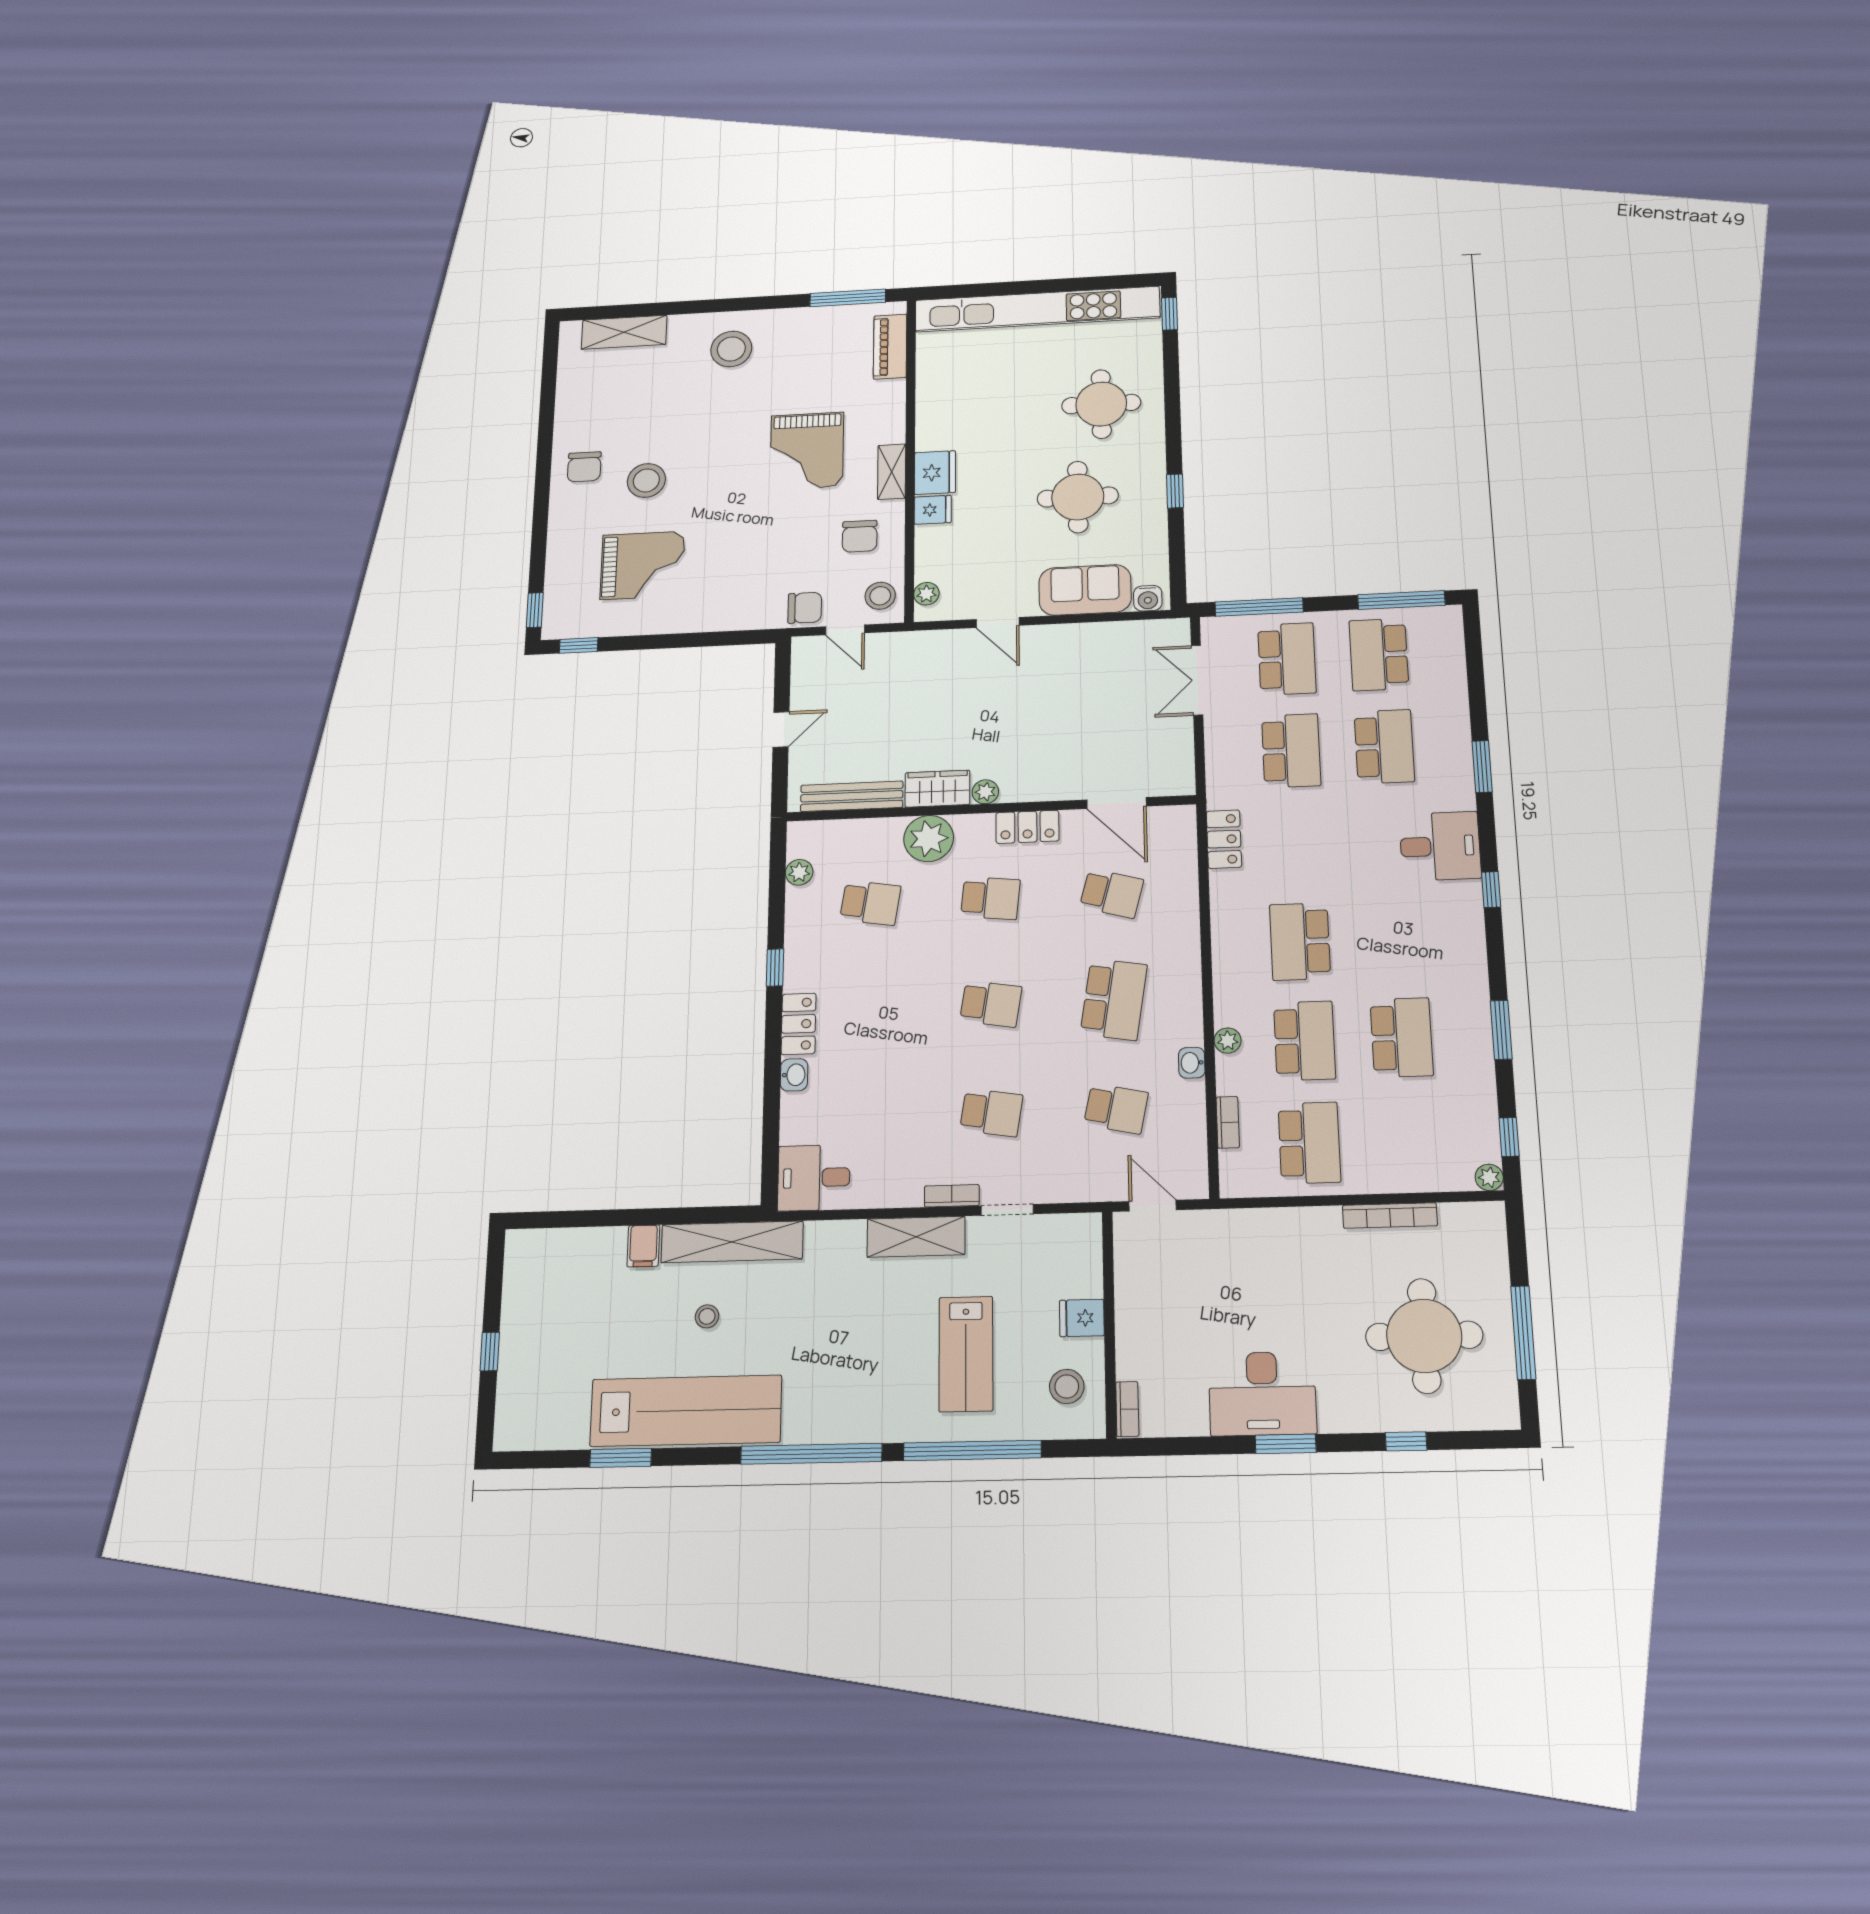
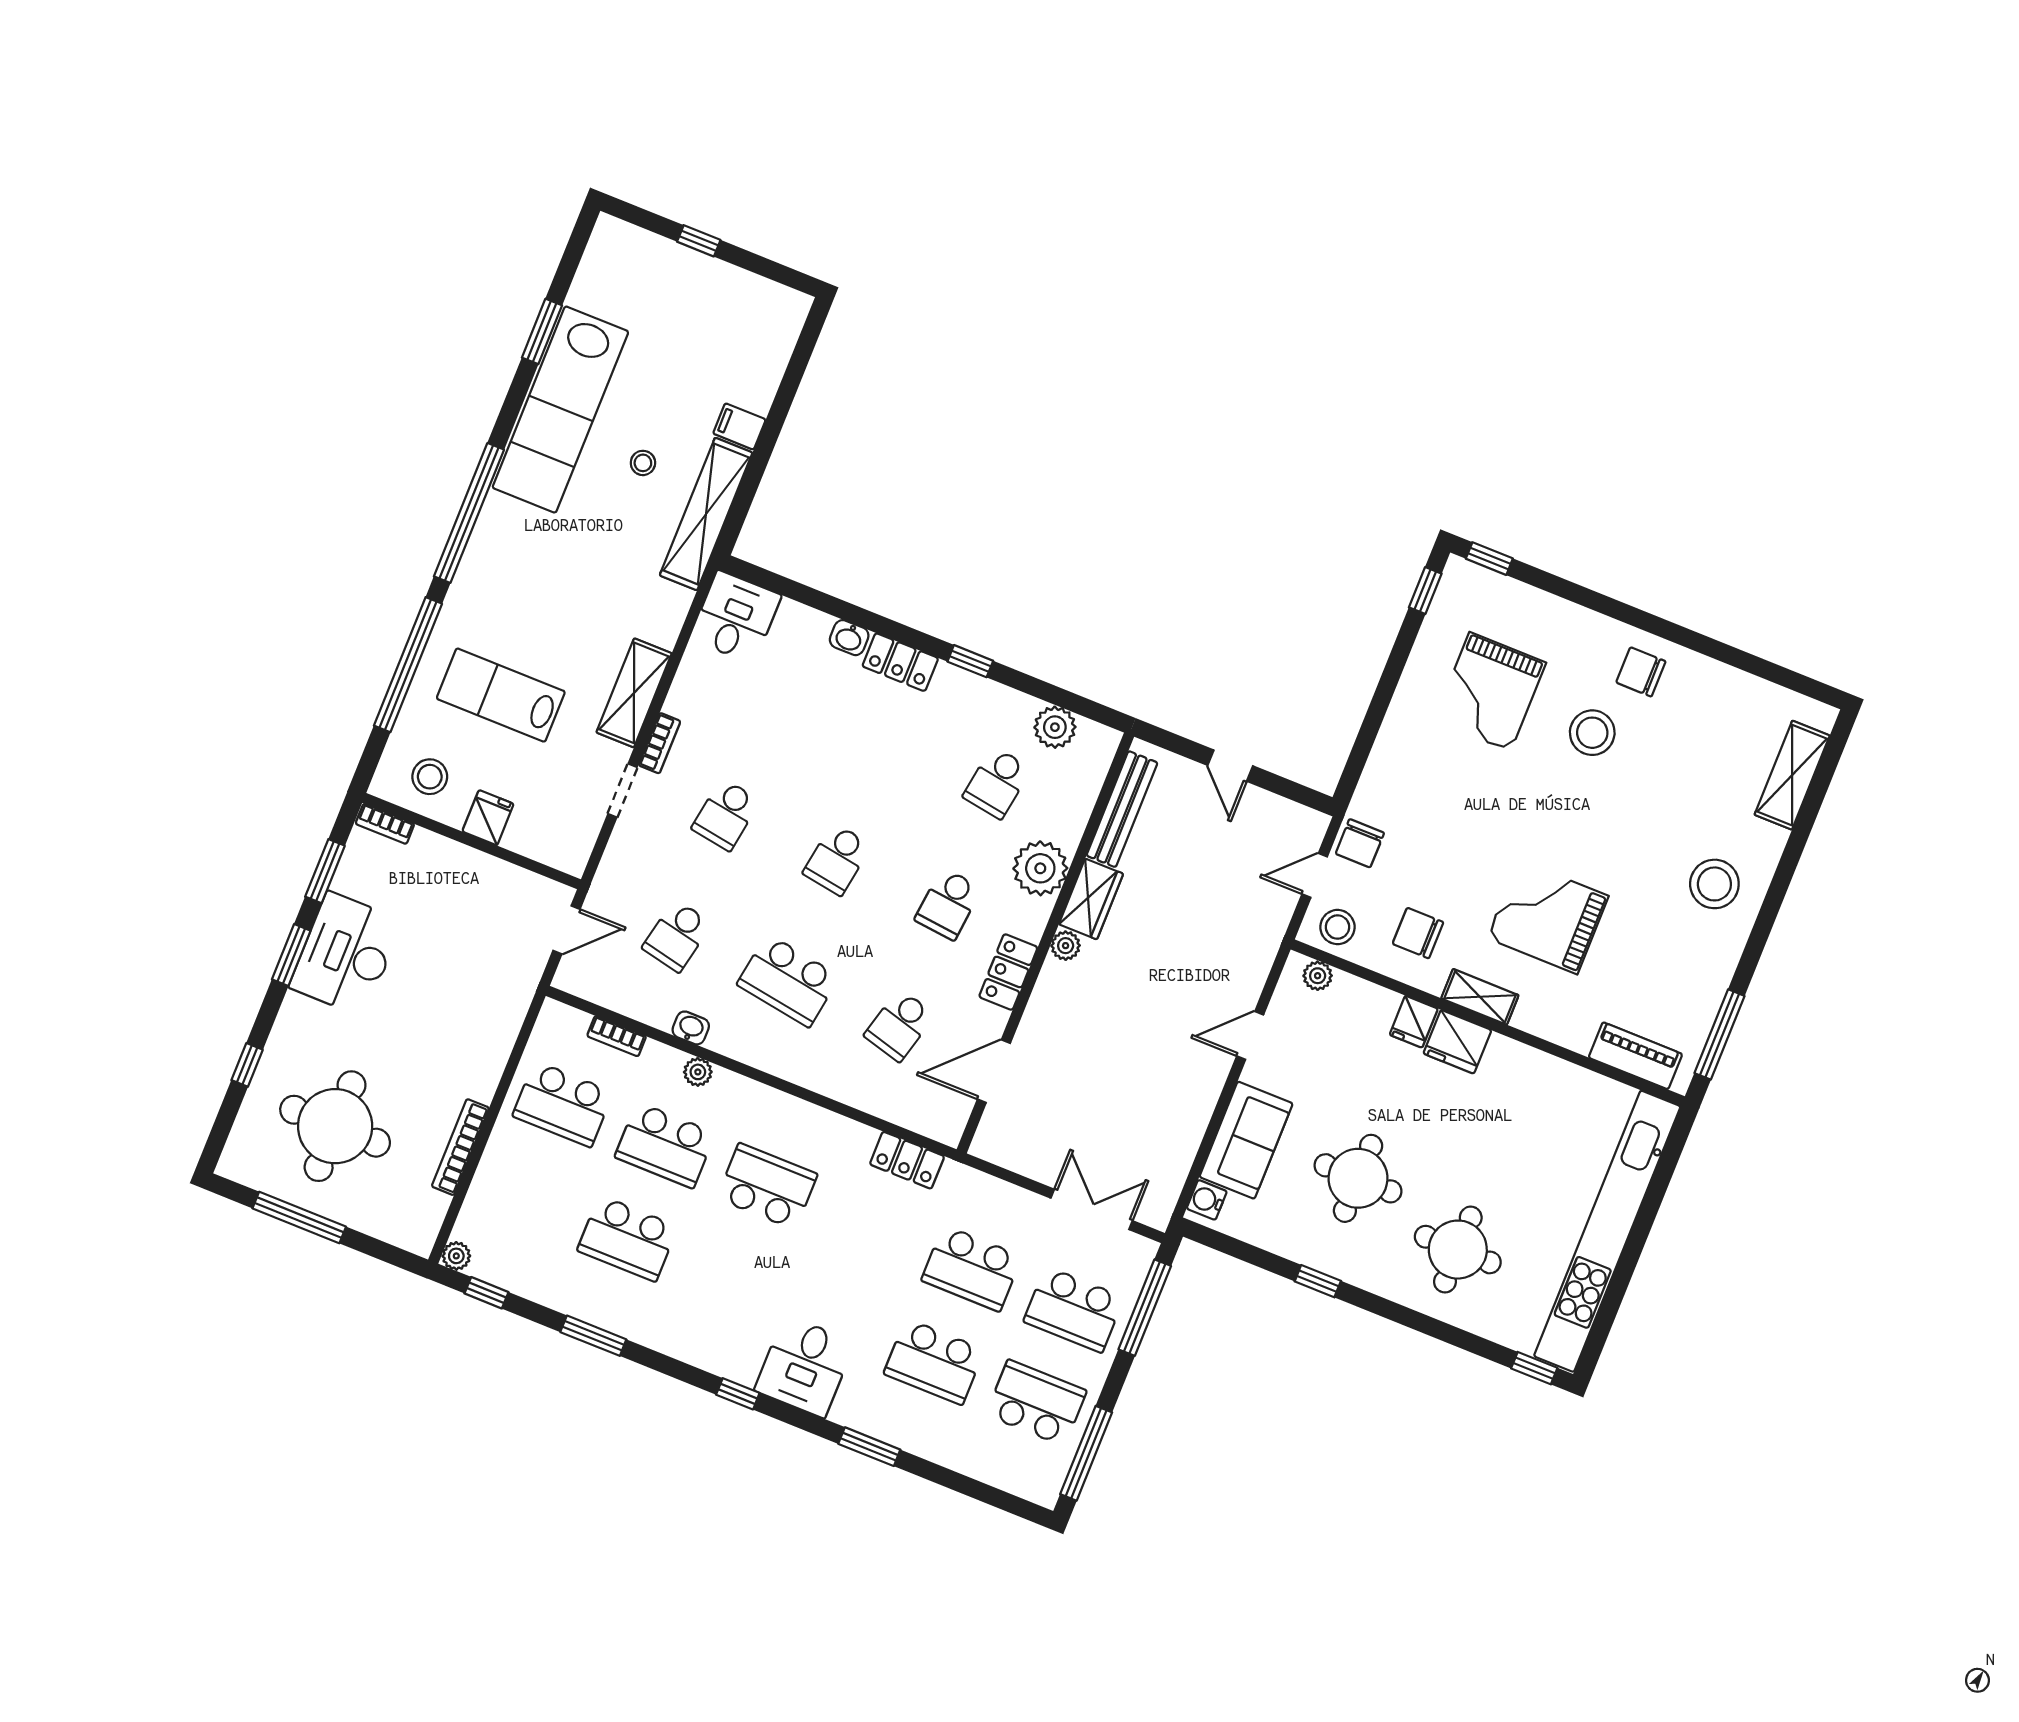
plant: (799, 872) -> (1055, 727), width x1.38, depth x1.38
window: (1195, 1446) -> (325, 871), added

